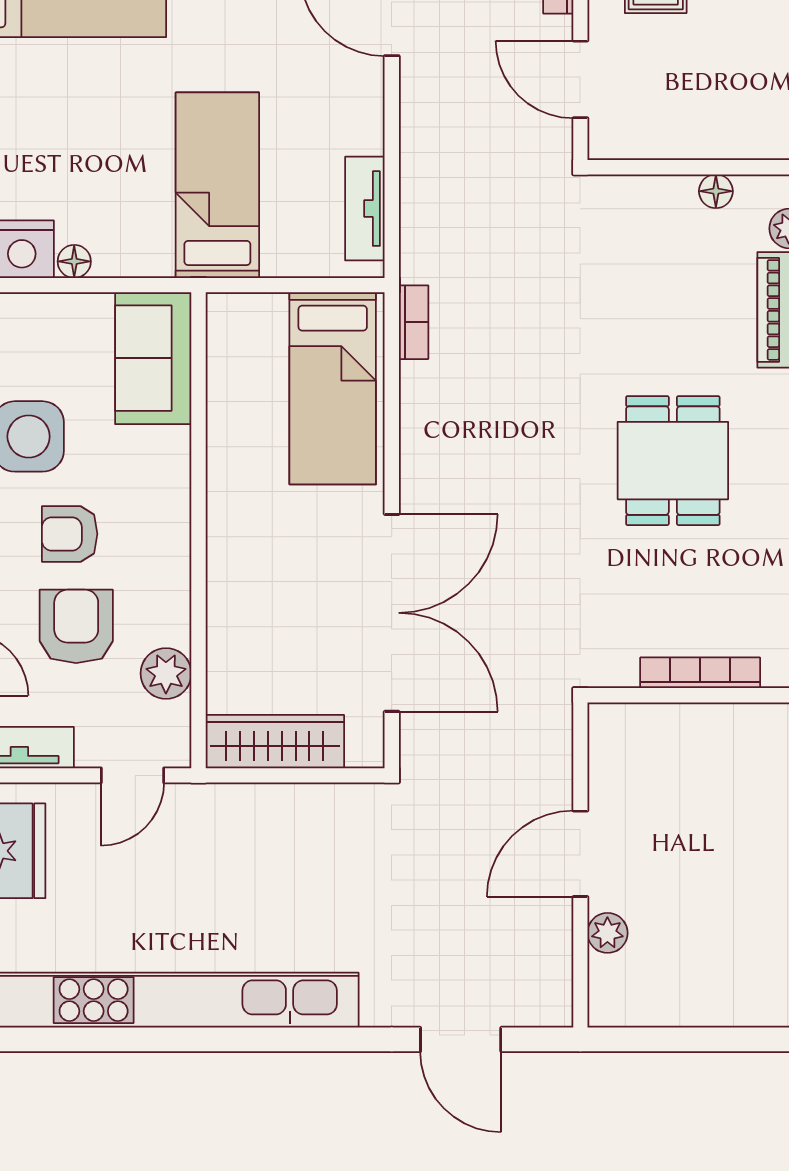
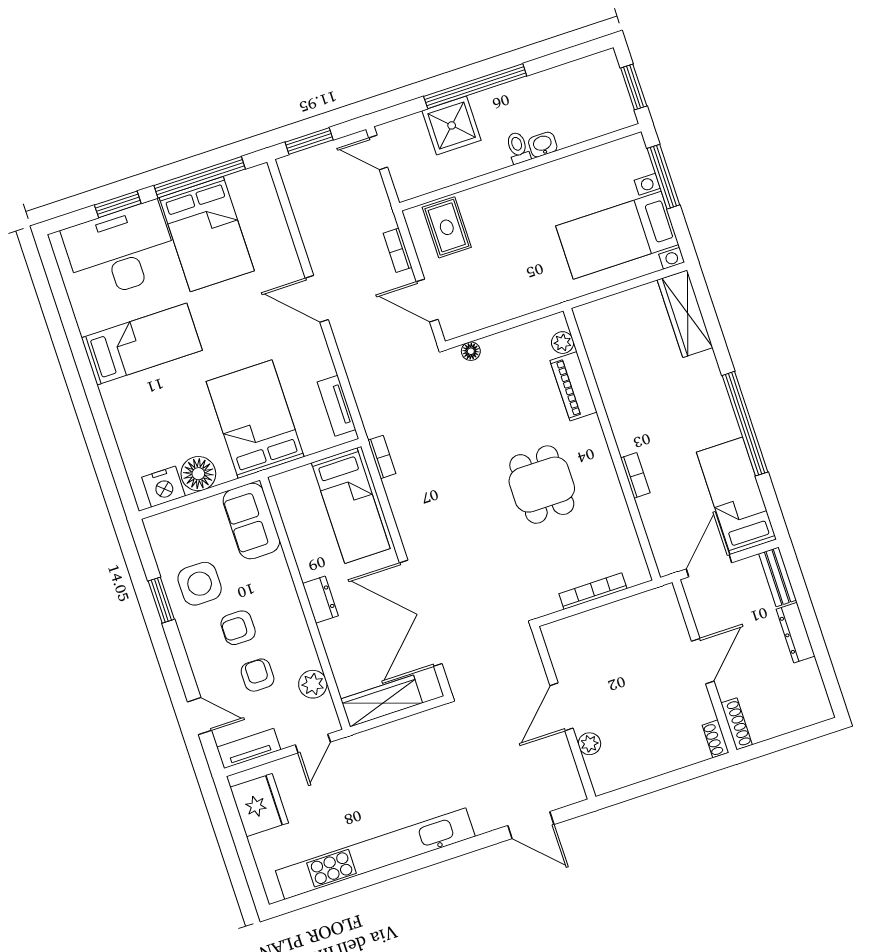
bed: (217, 185) -> (255, 419), width x1.50
floor lamp: (716, 191) -> (471, 351), moved
floor lamp: (74, 261) -> (198, 474), width x1.89, depth x1.89
dresser: (227, 532) -> (320, 600), added
double door: (392, 613) -> (421, 613), swing flipped
armchair: (76, 626) -> (258, 675), width x0.72, depth x0.72

